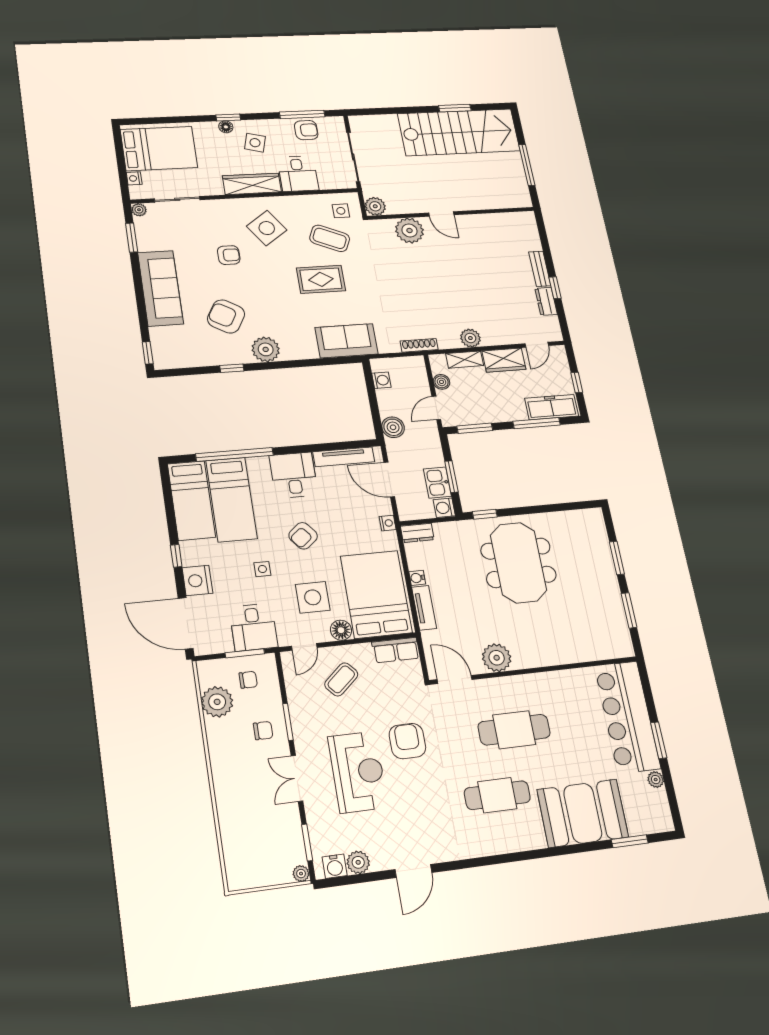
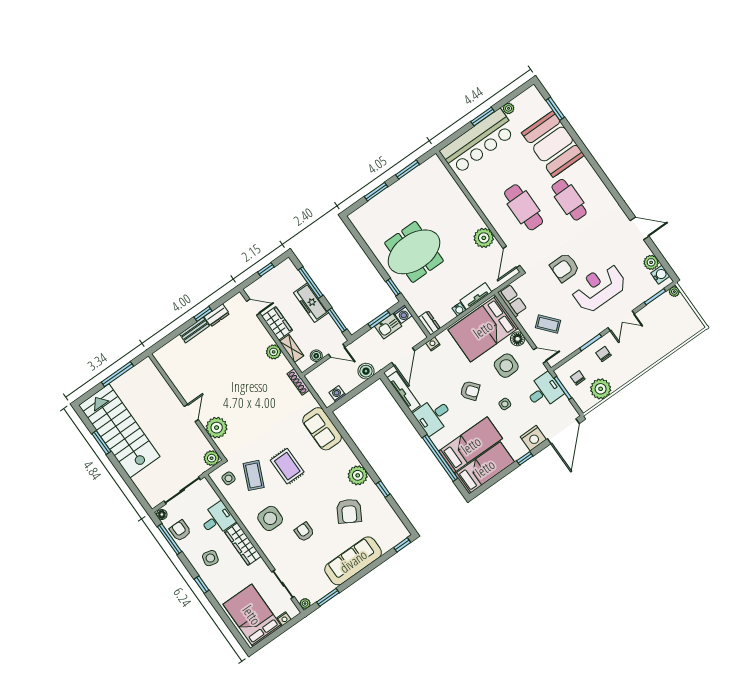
floor lamp: (226, 127) -> (162, 514), moved
side table: (267, 228) -> (270, 518), turned 35
freezer: (552, 407) -> (311, 303), moved

